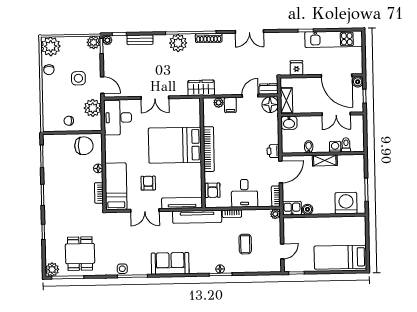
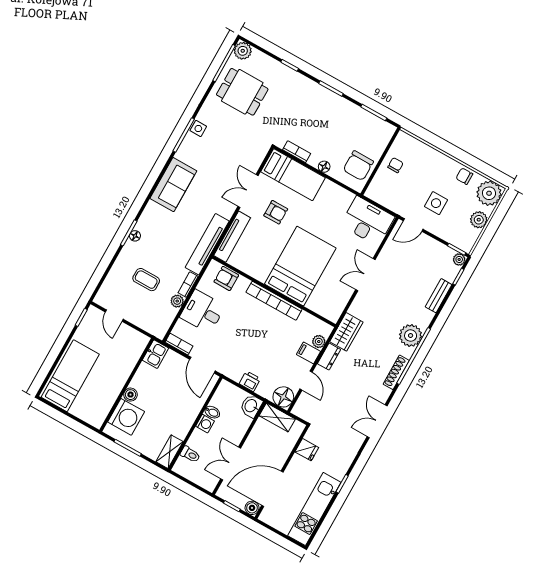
plant: (94, 42) -> (479, 220), moved
dresser: (269, 89) -> (329, 357), moved
plant: (93, 108) -> (394, 200), removed
washing machine: (335, 147) -> (205, 424), moved
printer: (273, 151) -> (250, 381), moved
shelving: (325, 160) -> (170, 452), moved
boiler: (307, 209) -> (131, 395), moved
plant: (275, 214) -> (177, 301), moved

